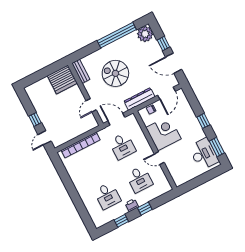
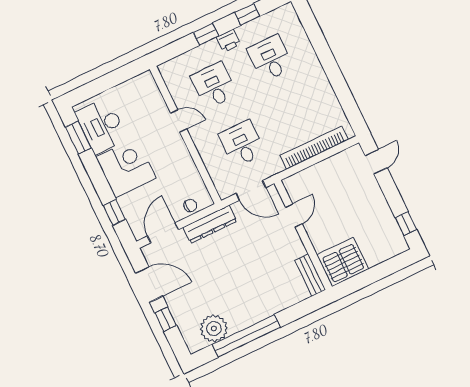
plant: (145, 34) -> (214, 329), moved
spiral stairs: (115, 73) -> (250, 270), removed
window: (35, 119) -> (406, 224), moved
window: (203, 121) -> (114, 212), moved
corner desk: (163, 133) -> (126, 167), moved, turned 180

